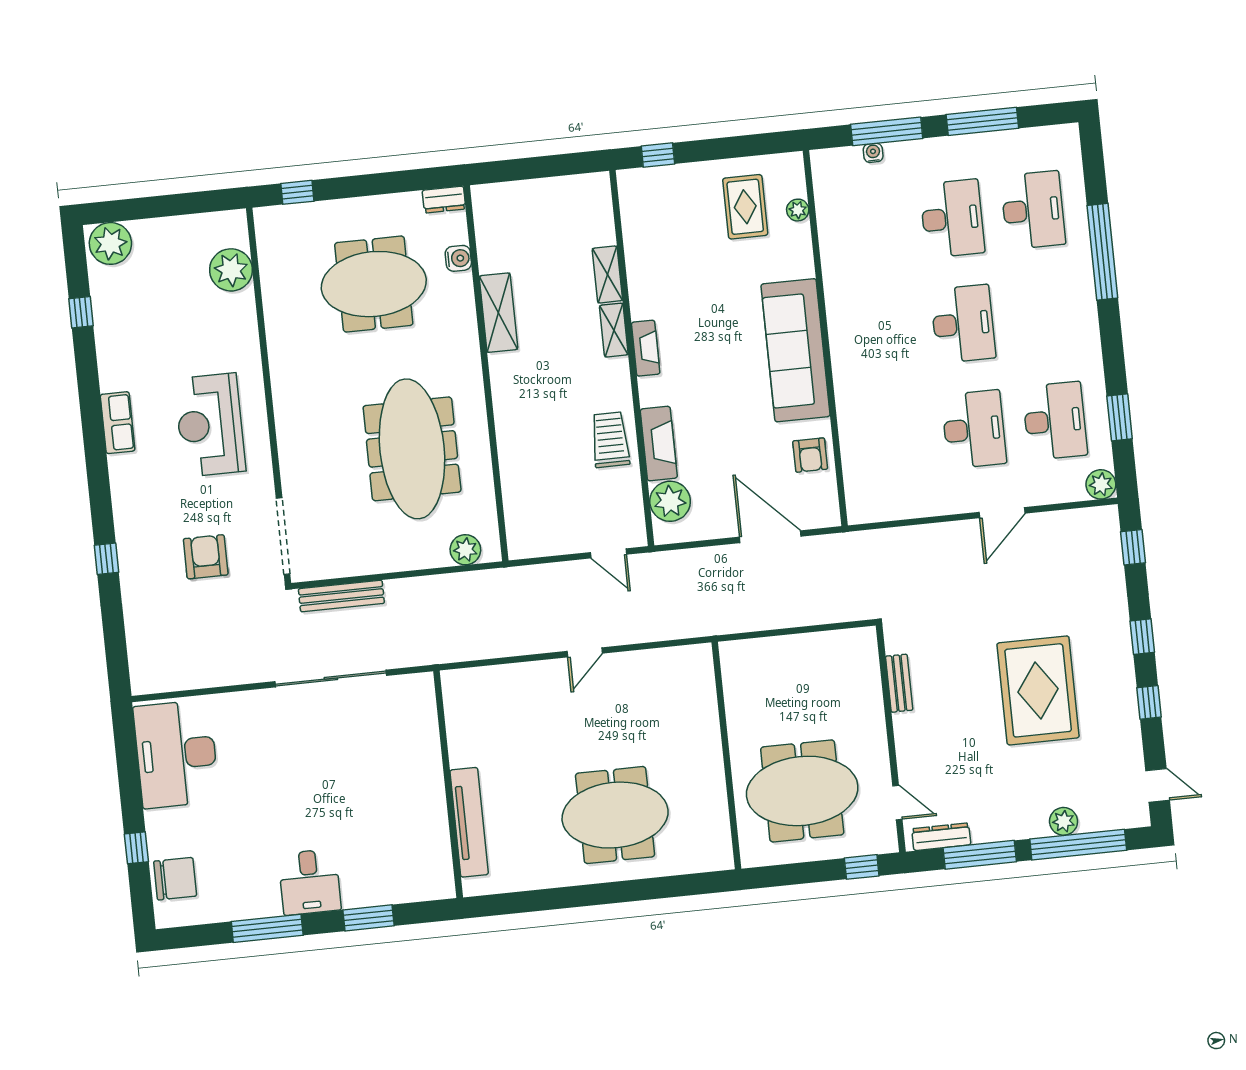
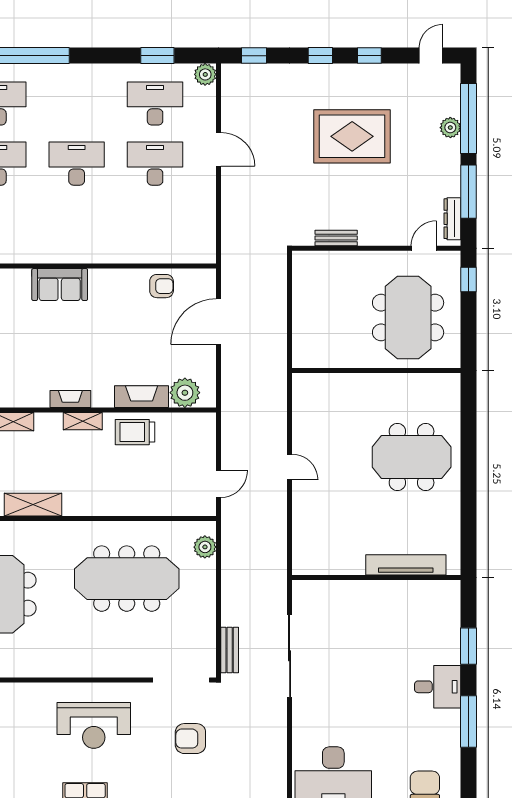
shelving: (614, 330) -> (83, 421), moved
sofa: (796, 350) -> (60, 285), width x0.54, depth x0.79
door: (608, 553) -> (219, 484), moved
bench: (341, 596) -> (230, 650), width x0.73
meeting table: (615, 815) -> (412, 457), turned 90

